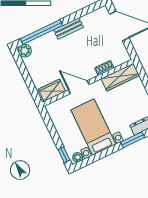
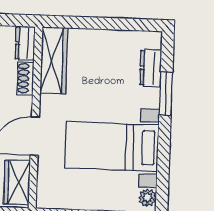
dresser: (121, 59) -> (25, 43), added

